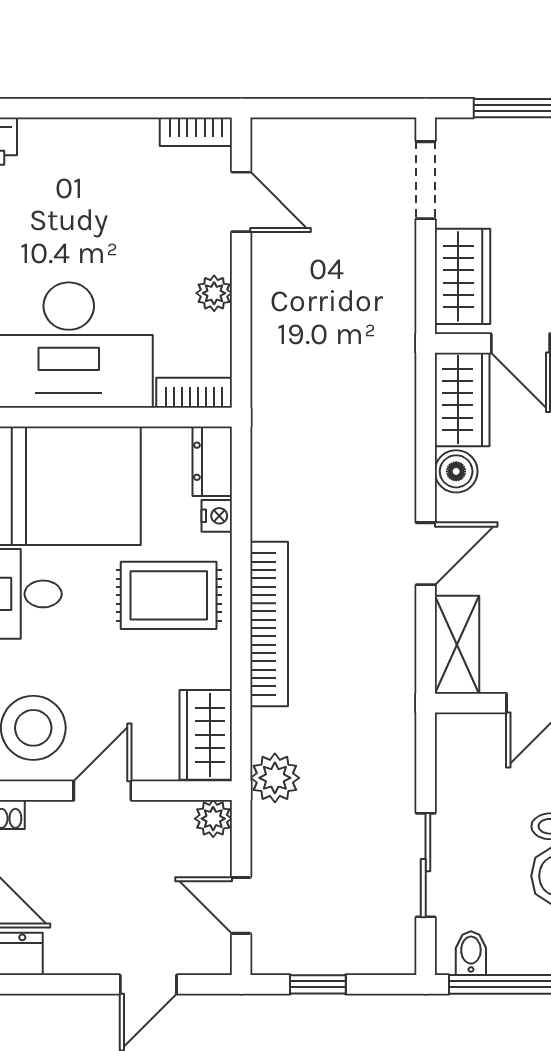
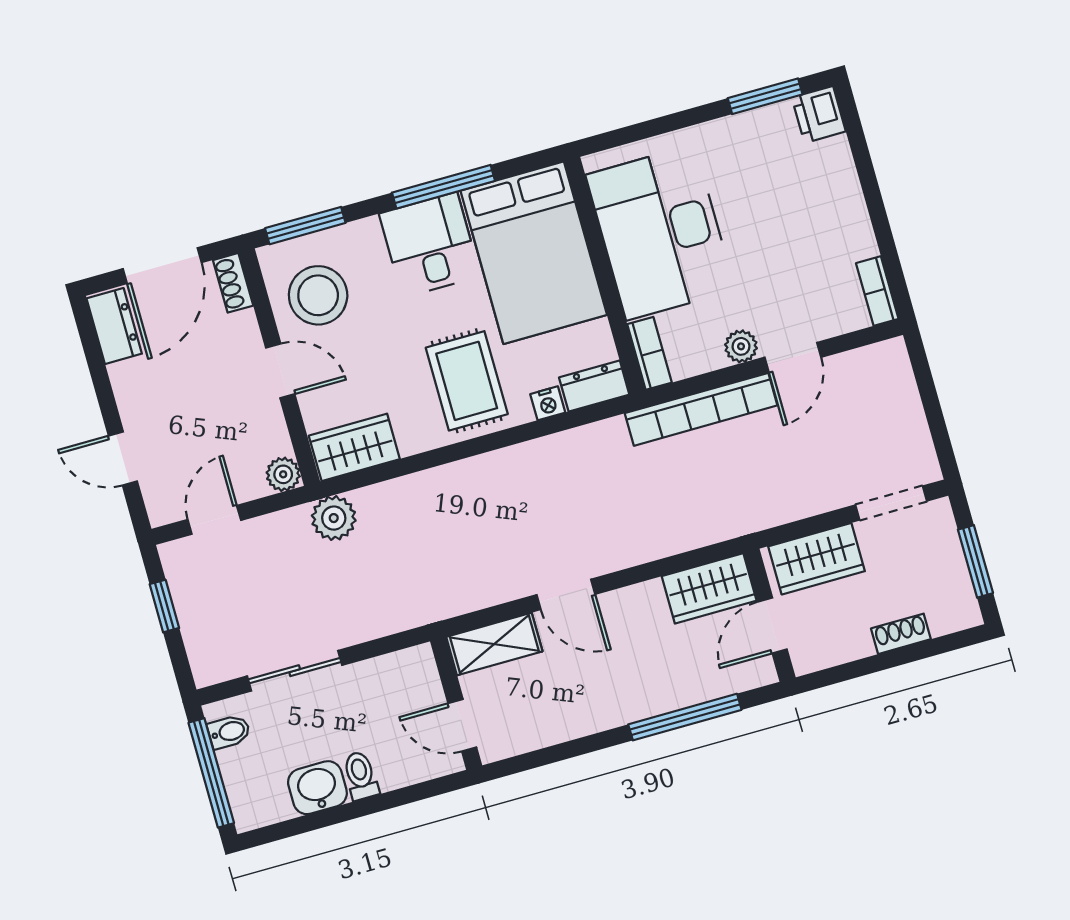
door: (241, 202) -> (793, 357), moved
boiler: (456, 471) -> (645, 601), removed
bookcase: (269, 624) -> (701, 409), moved

